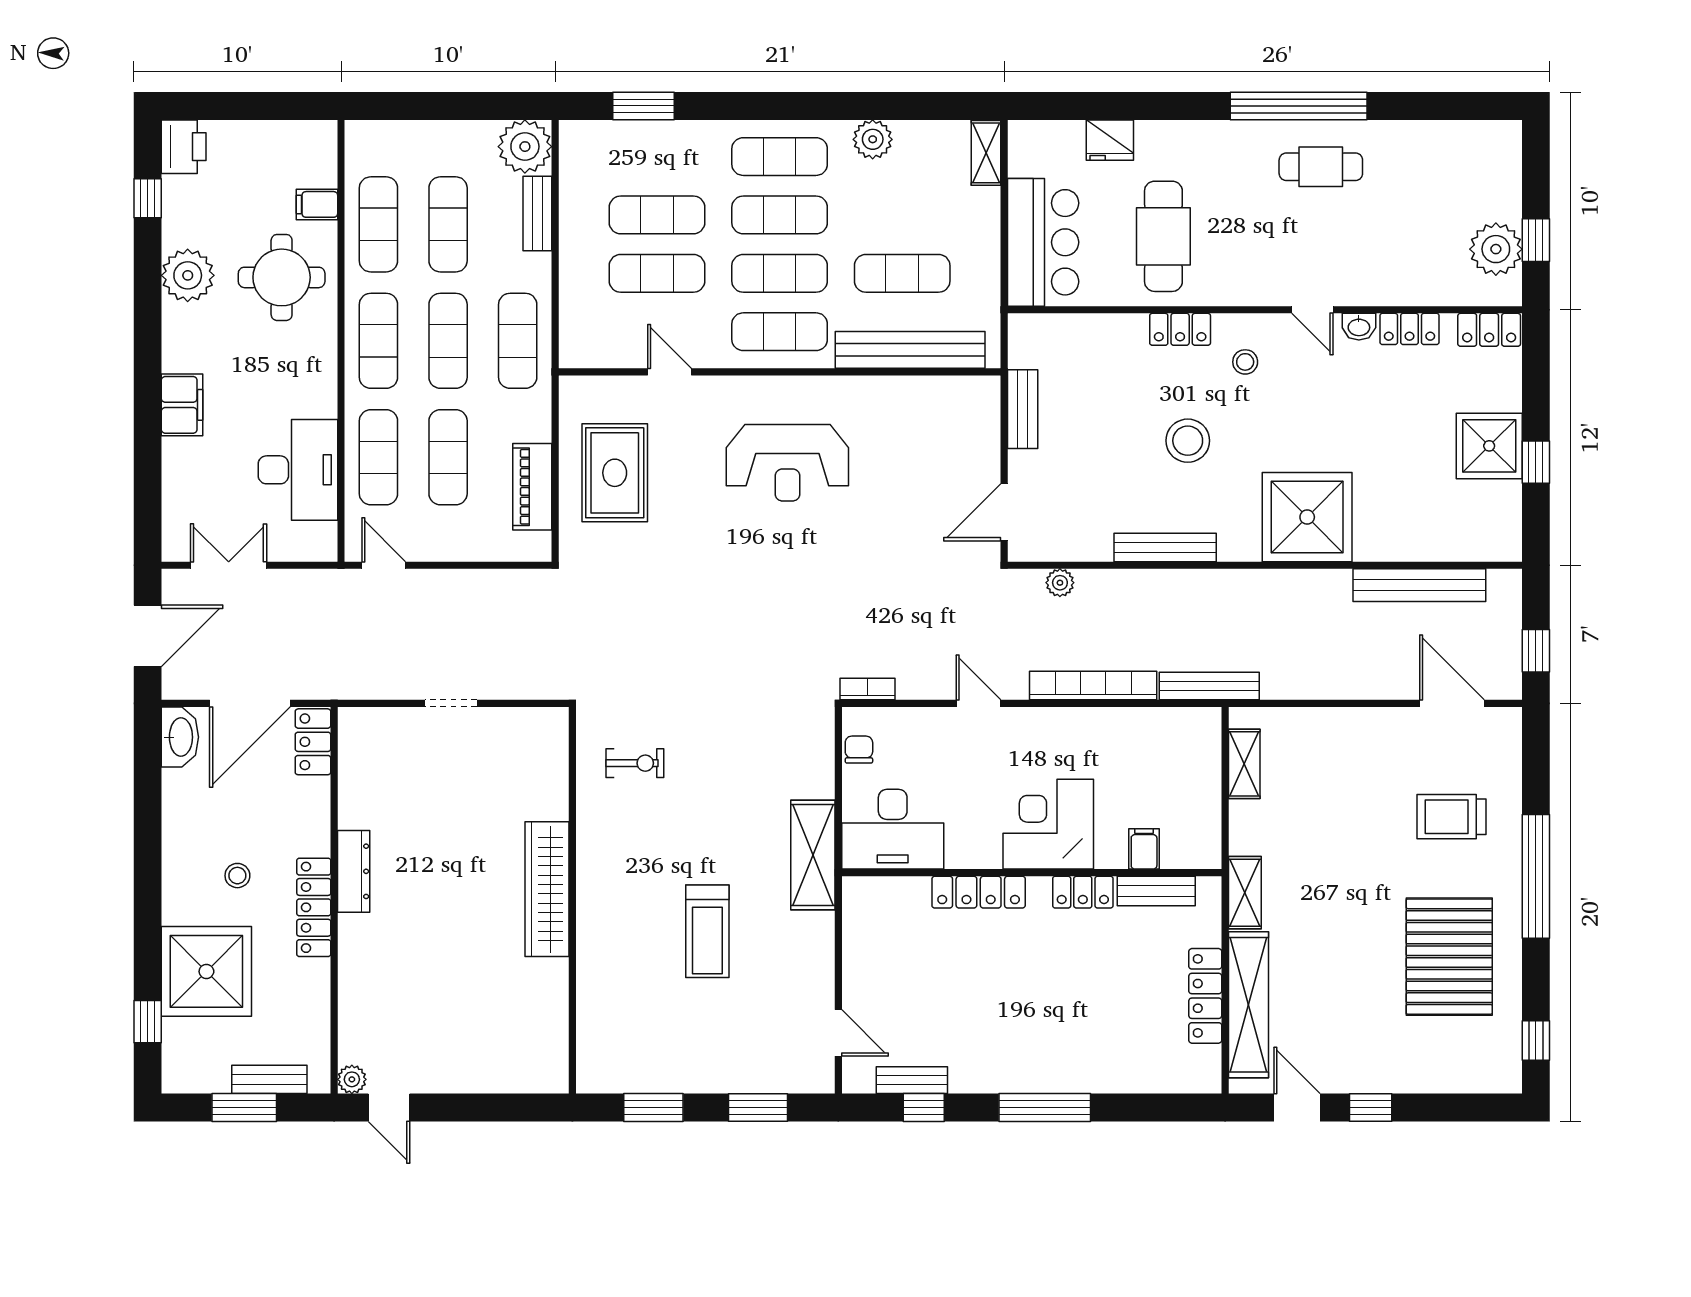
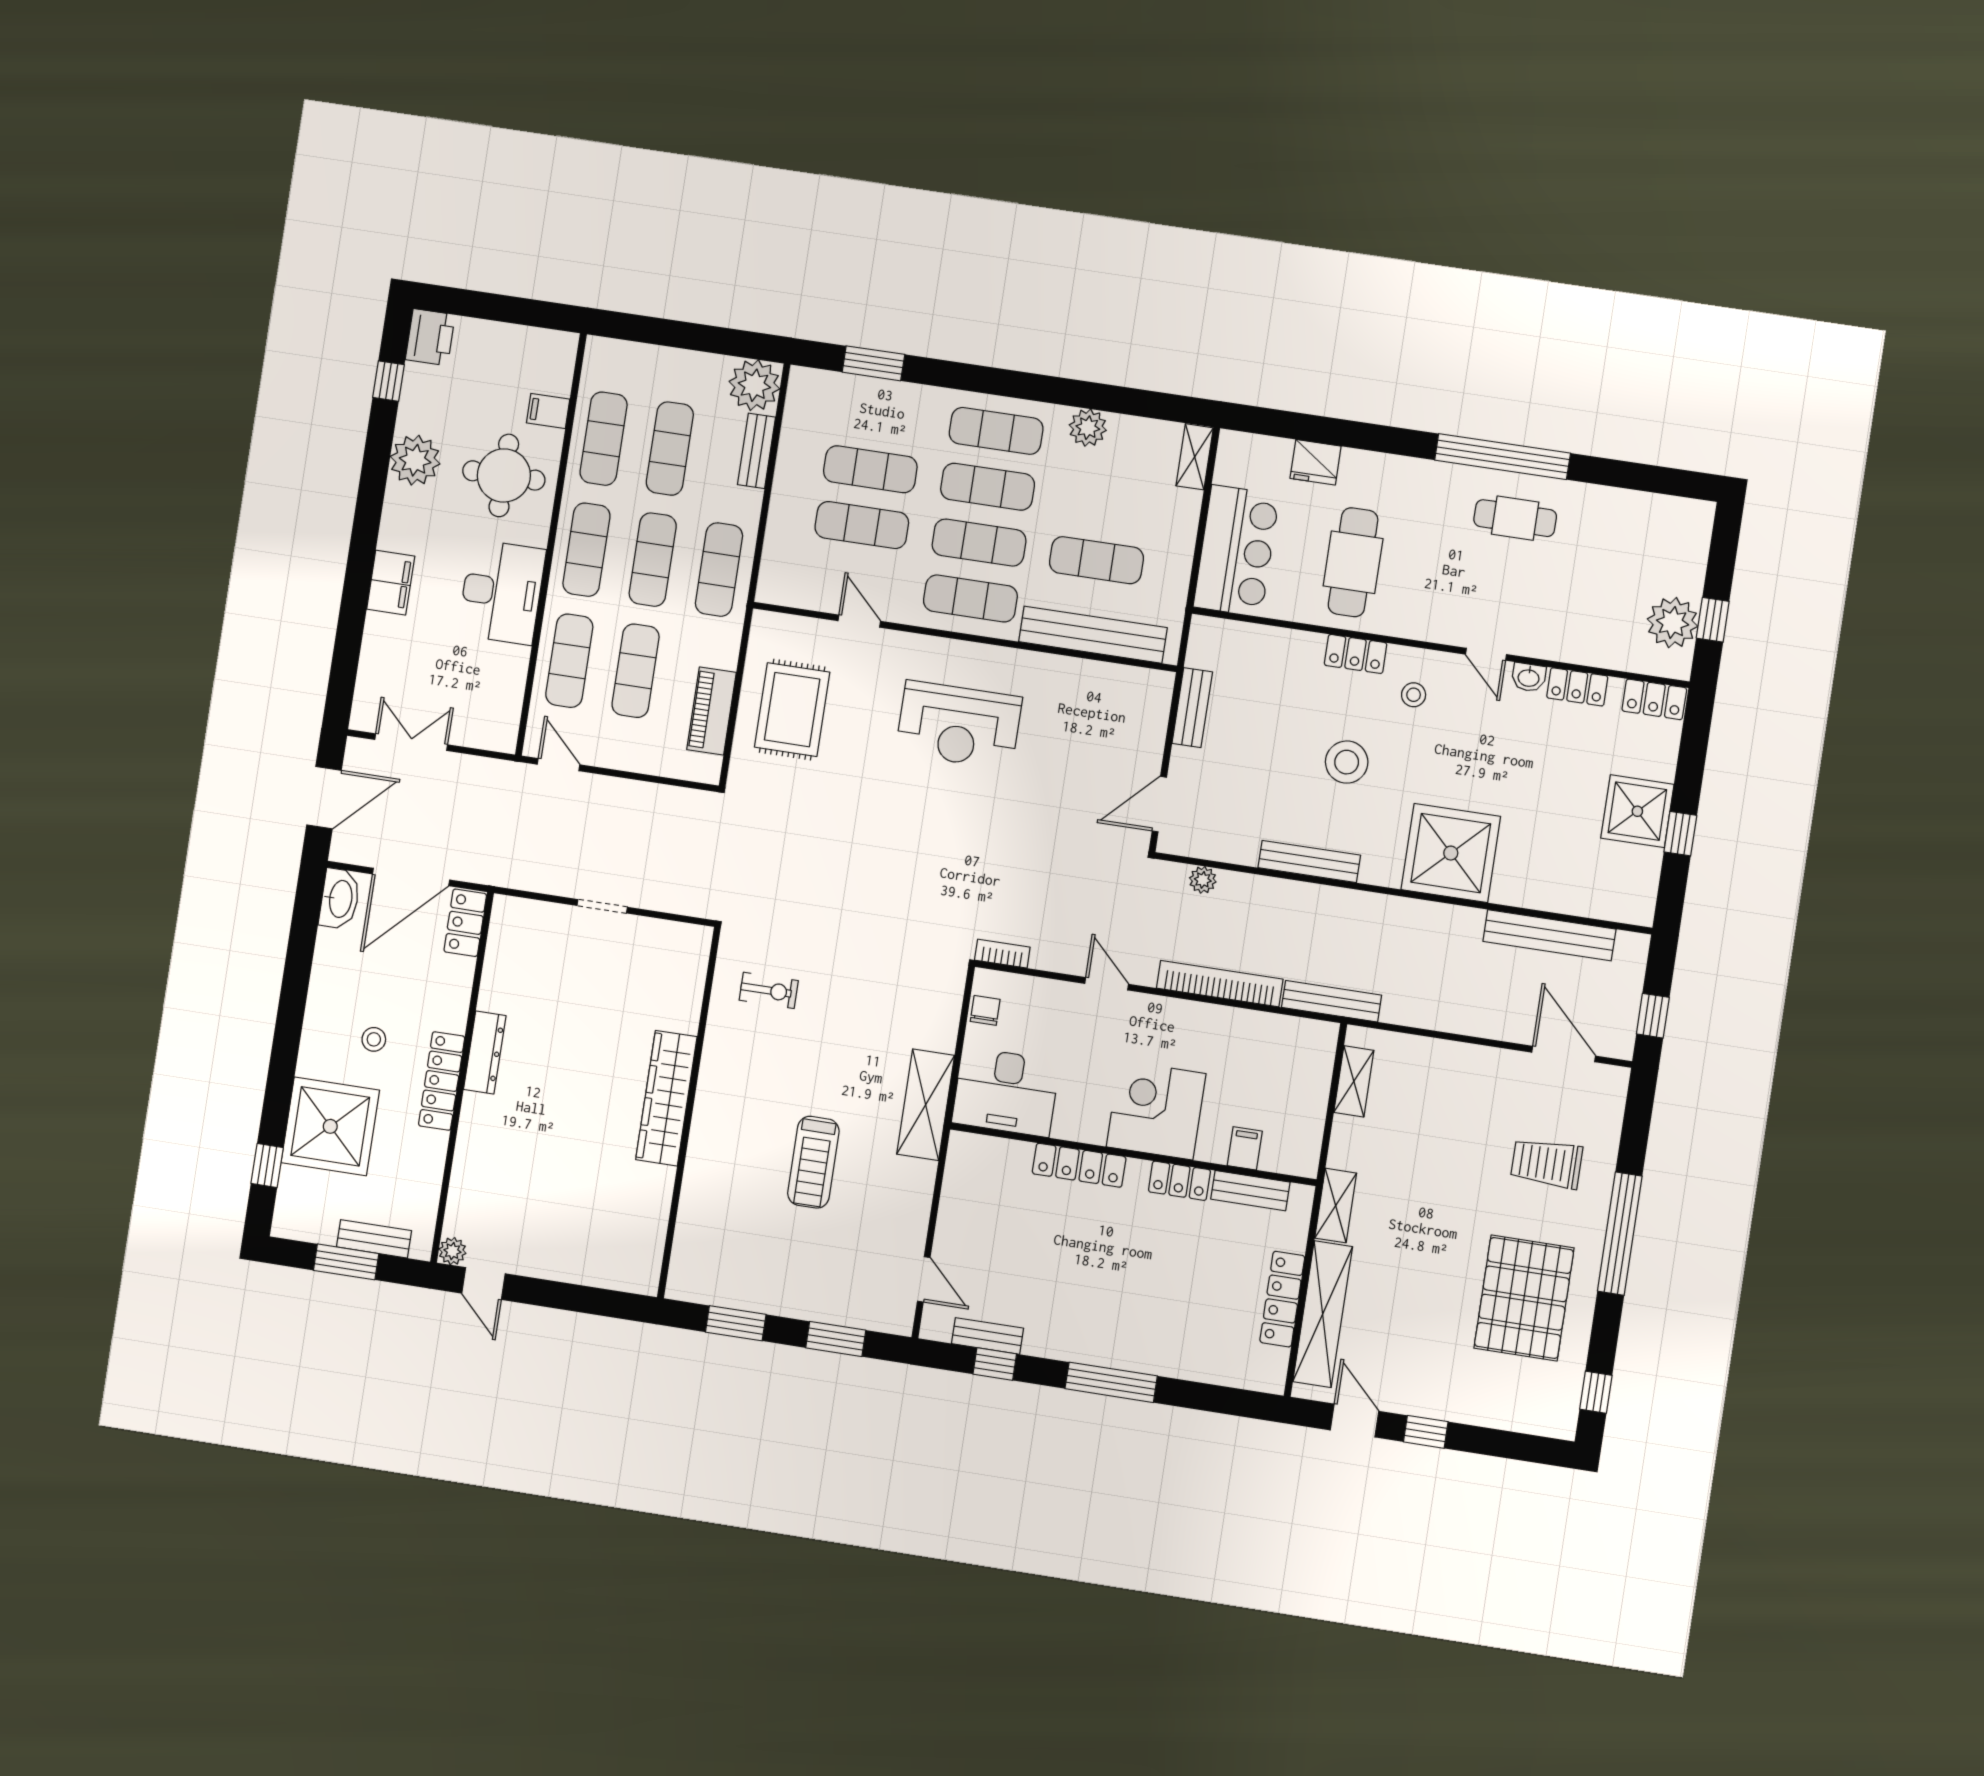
desk: (298, 470) -> (502, 592), moved

